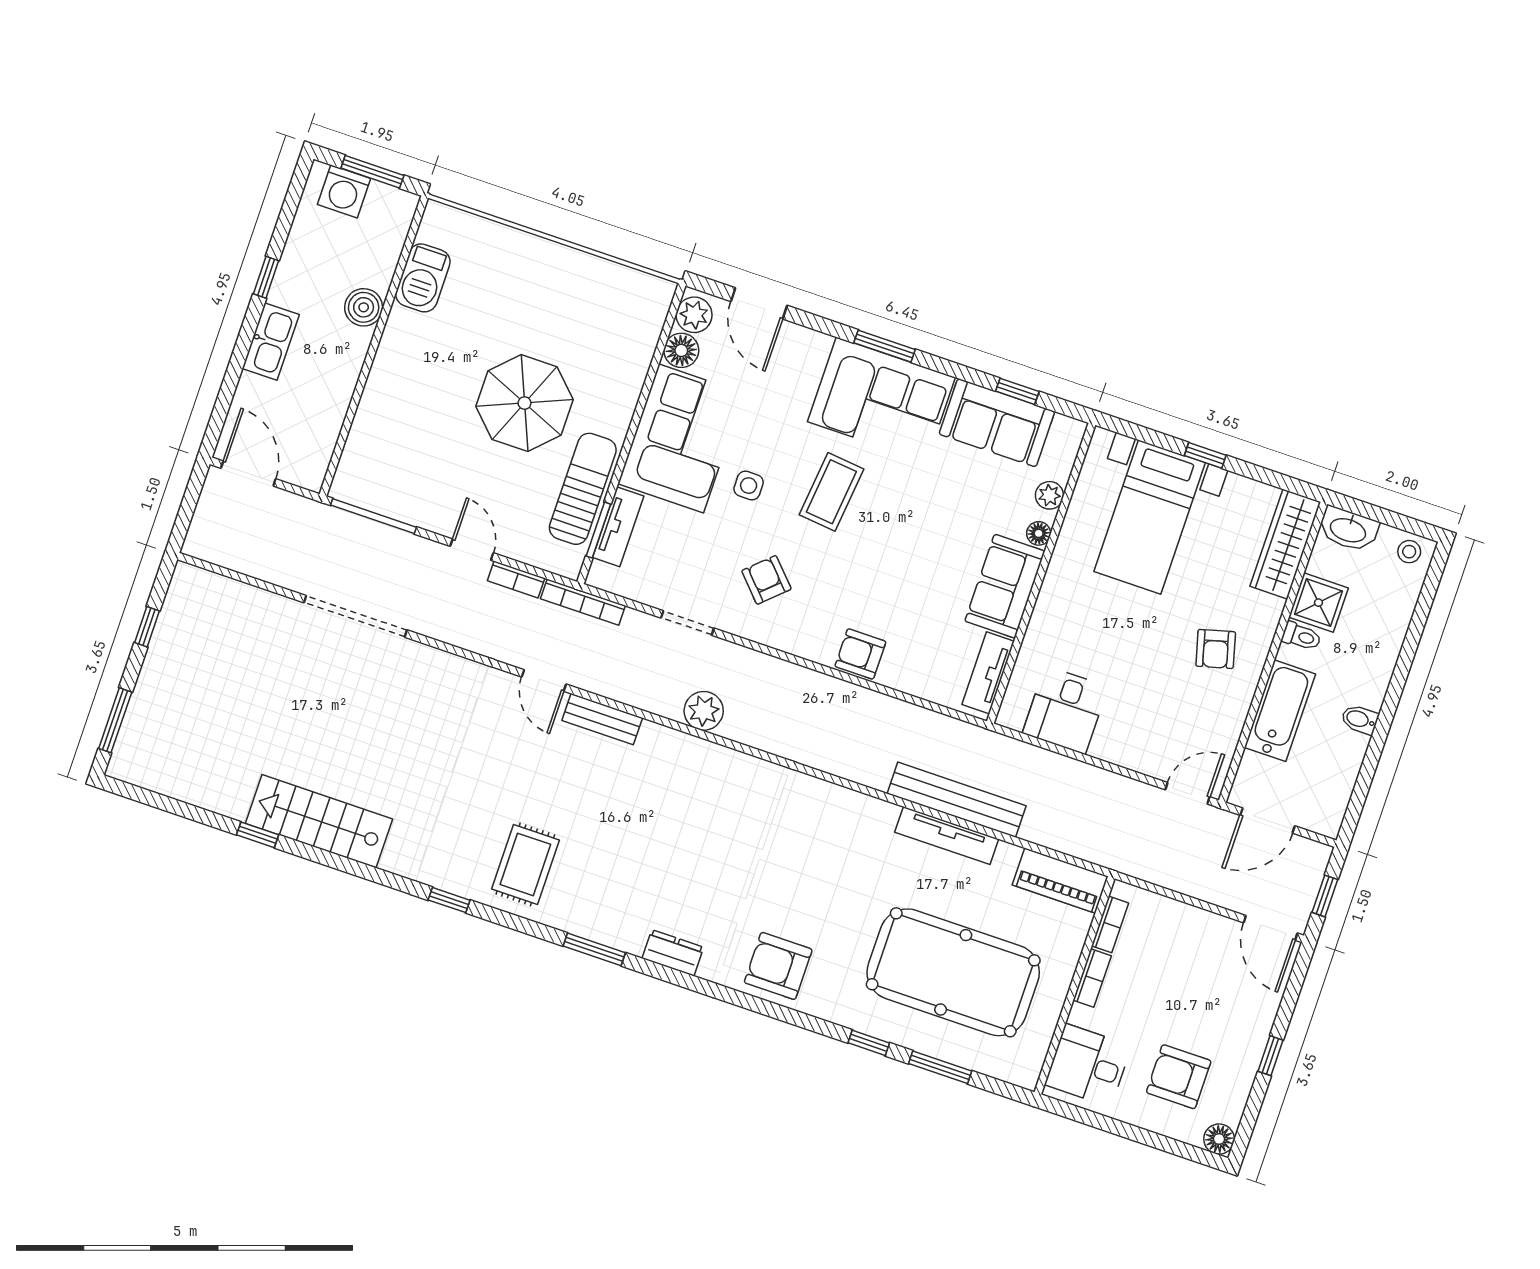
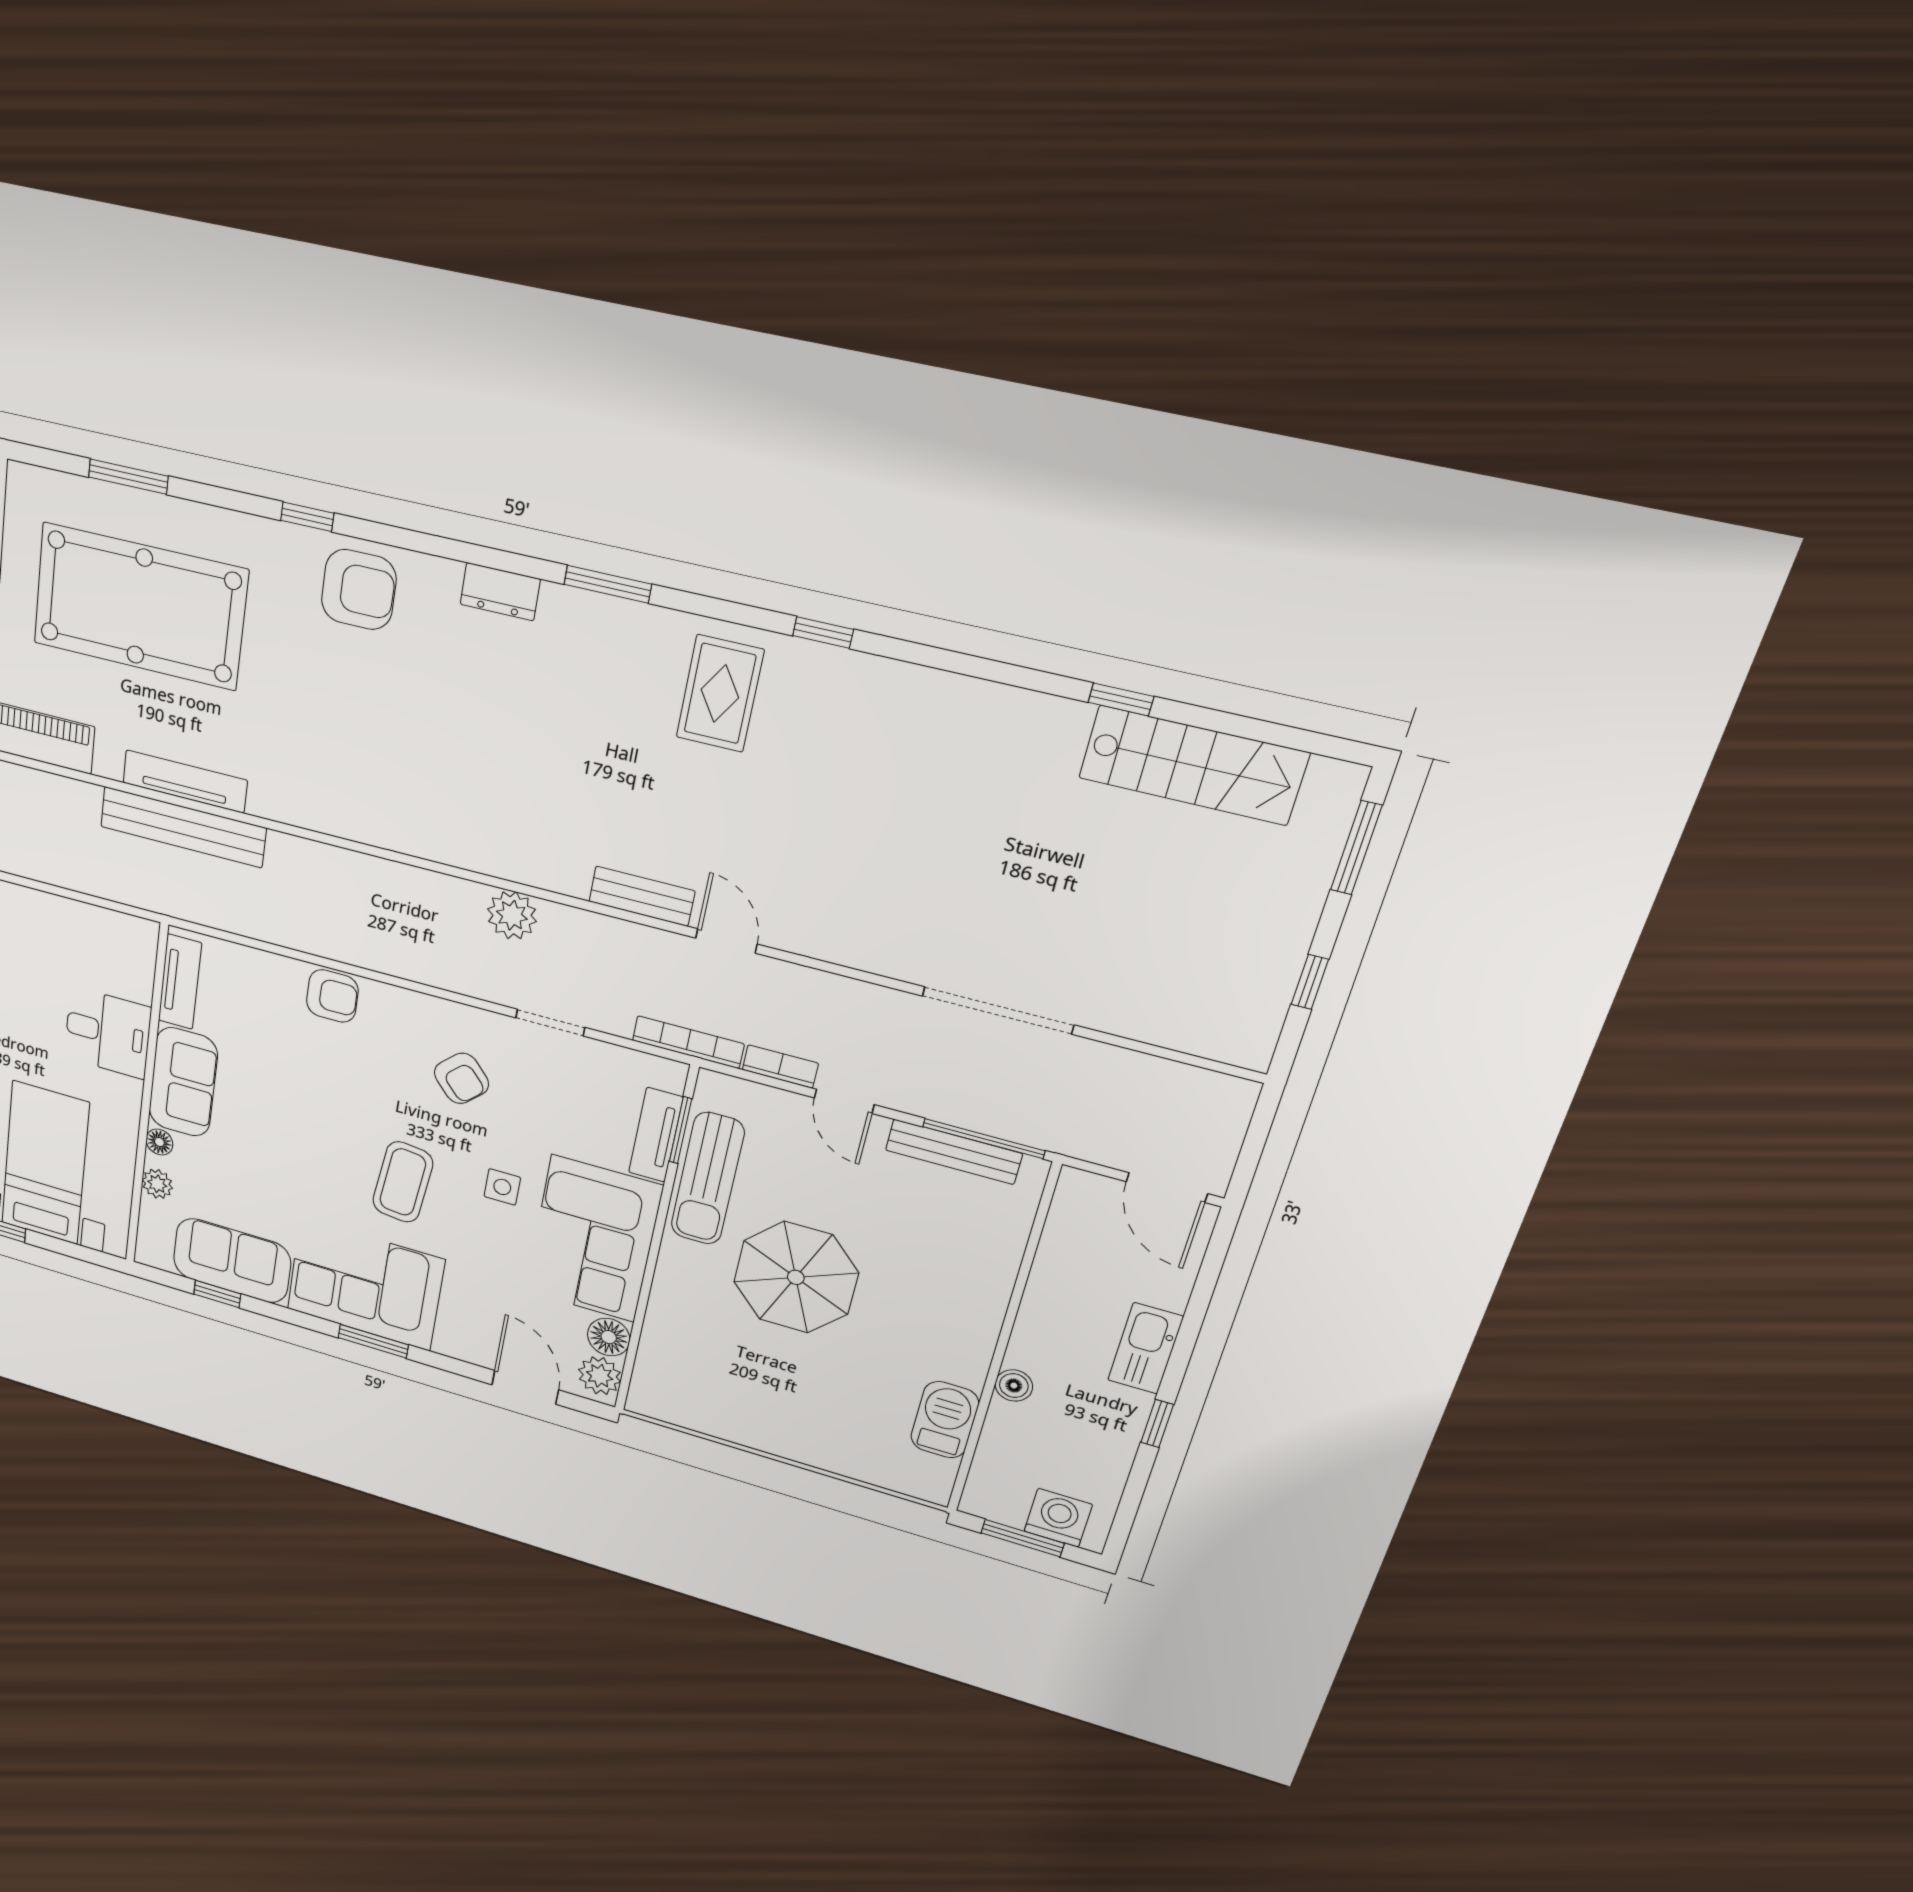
boiler: (364, 307) -> (1014, 1386), width x0.73, depth x0.73
bench: (396, 506) -> (954, 1152), added
desk: (1065, 710) -> (108, 1033), moved, turned 90
stairs: (319, 821) -> (1193, 765), moved
window: (869, 1043) -> (307, 517), moved

